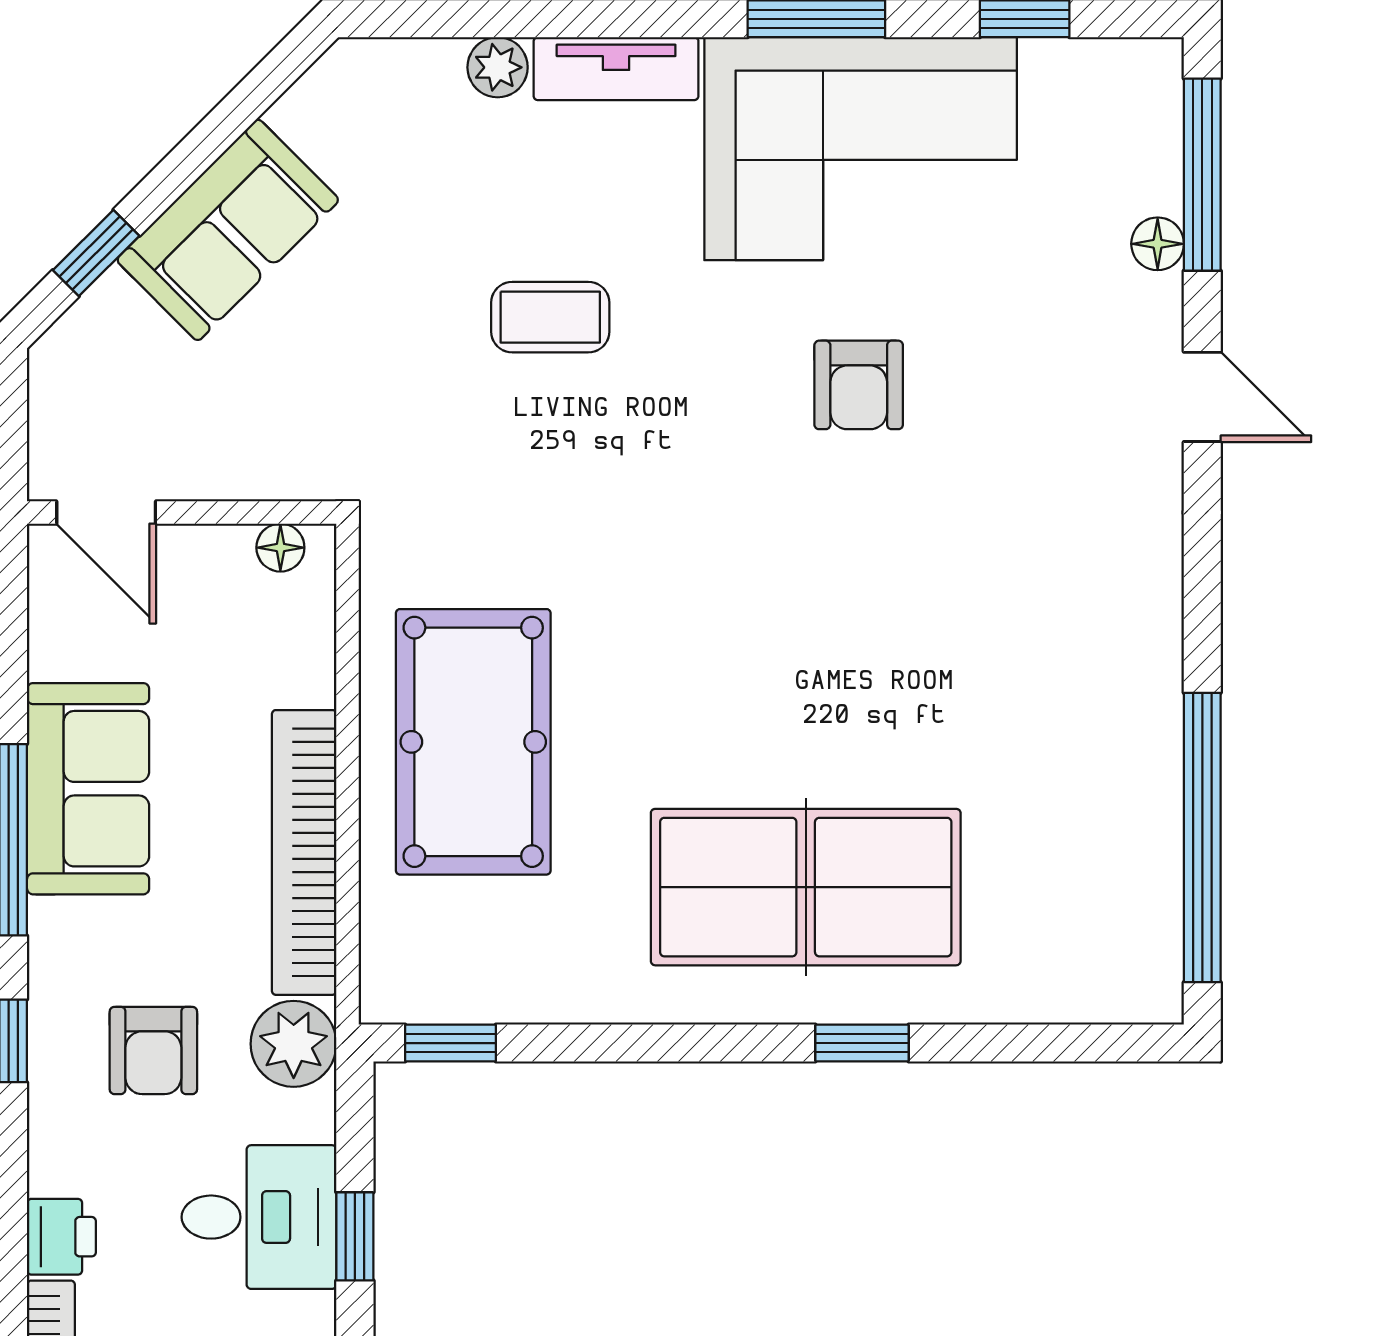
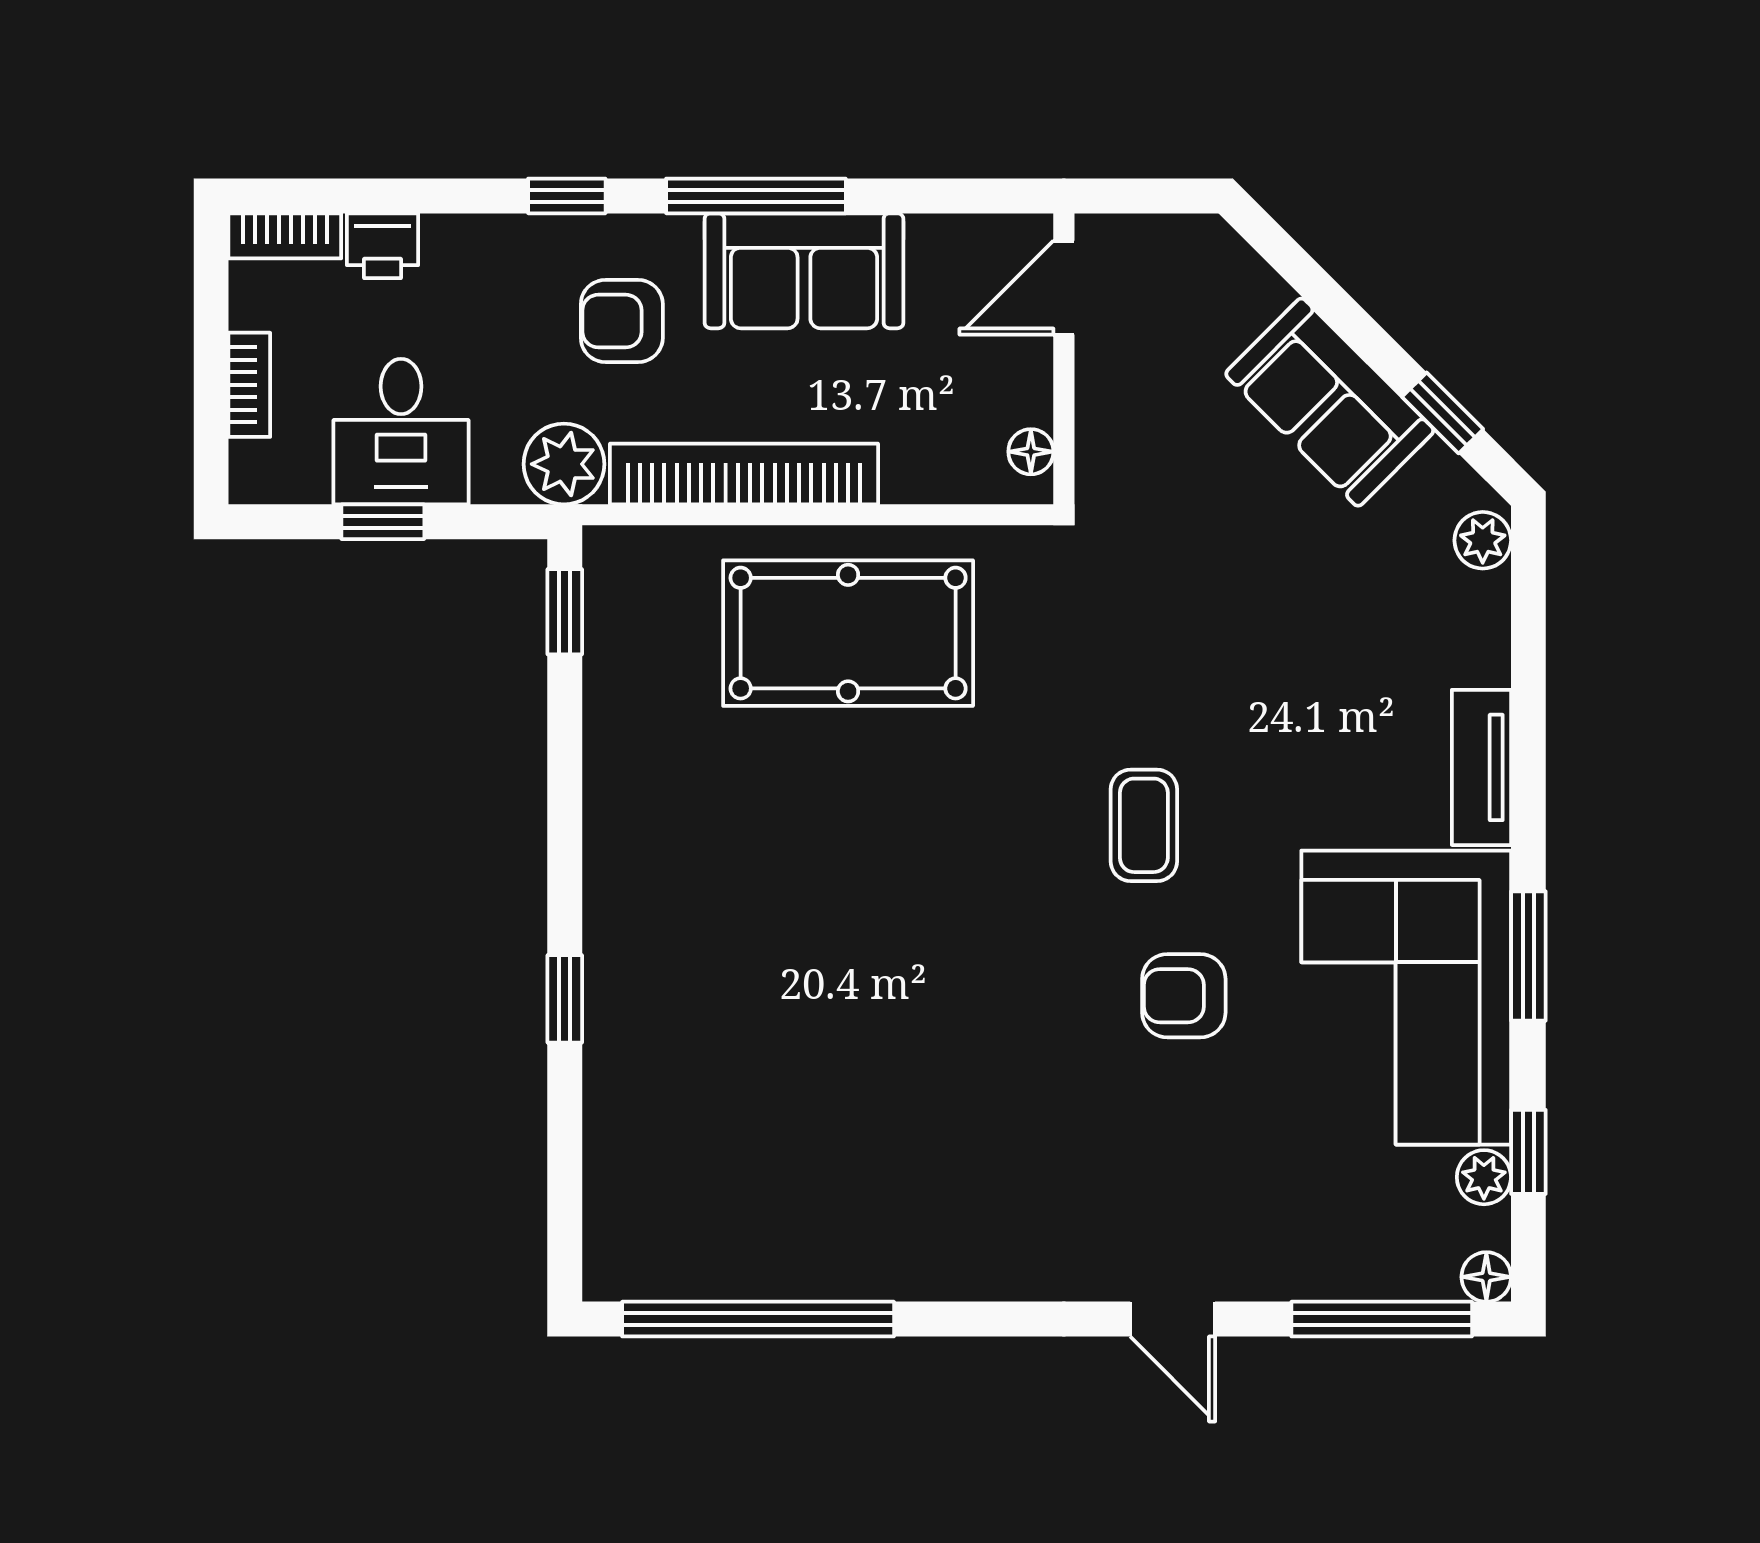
plant: (1052, 66) -> (1484, 1177), added
plant: (498, 67) -> (1483, 540), moved
floor lamp: (1158, 244) -> (1486, 1277), moved
window: (96, 253) -> (1443, 413), moved
coffee table: (550, 317) -> (1144, 825), moved
door: (1202, 397) -> (1173, 1319), hinge flipped
table tennis table: (806, 887) -> (711, 946), removed
armchair: (153, 1050) -> (622, 321), moved

